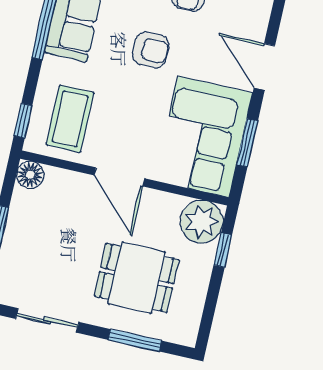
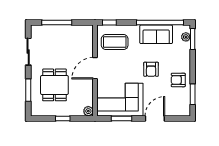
floor lamp: (30, 175) -> (87, 31), removed
plant: (202, 222) -> (88, 111), width x0.53, depth x0.53
window: (223, 250) -> (63, 118), moved

